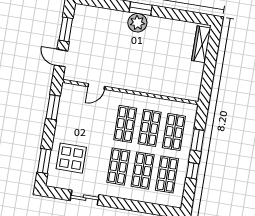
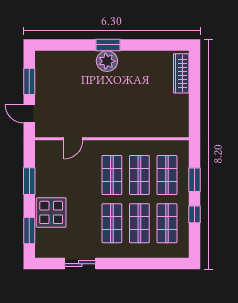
window: (53, 107) -> (29, 181), moved
display table: (71, 158) -> (51, 212), moved

